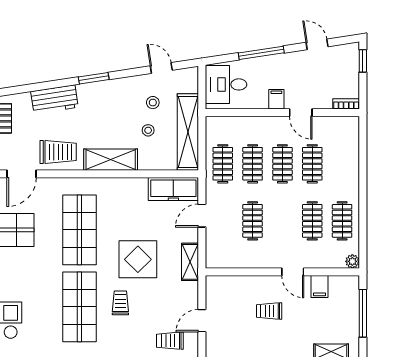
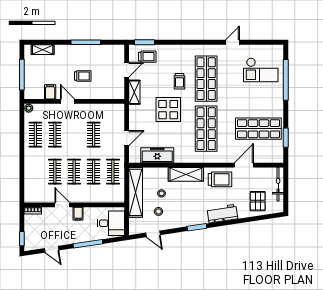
trolley: (58, 152) -> (220, 179), turned 180
freezer: (173, 189) -> (157, 155), moved
shelving: (190, 262) -> (134, 92), moved

